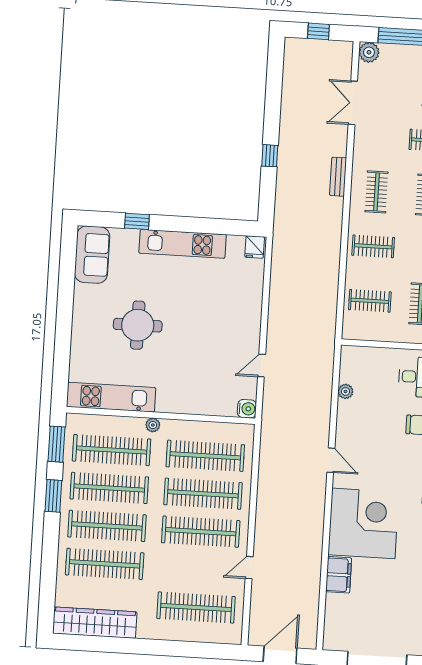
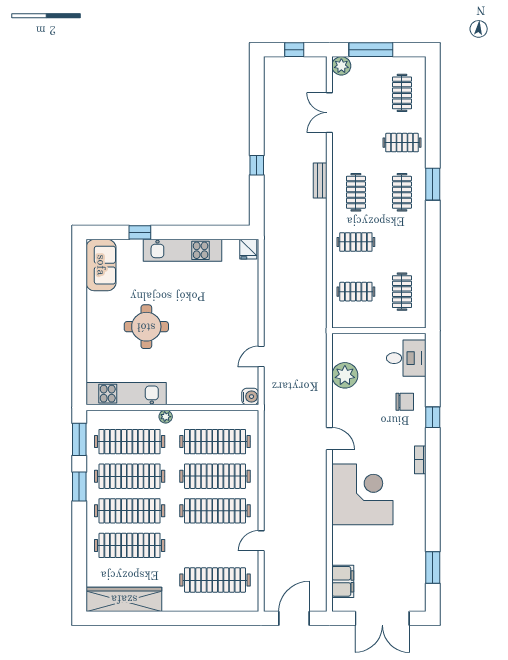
plant: (346, 391) -> (345, 375), width x1.87, depth x1.87
filing cabinet: (339, 575) -> (343, 581), moved

